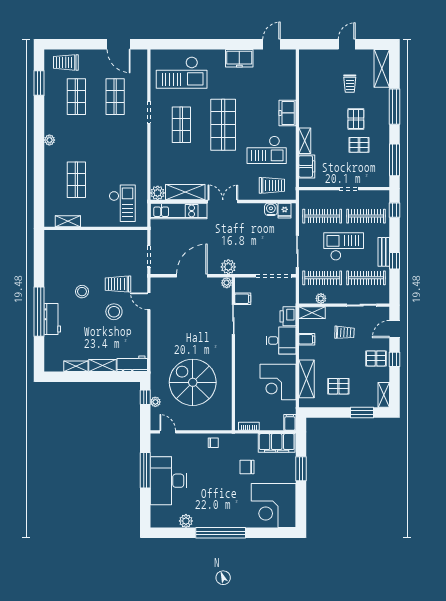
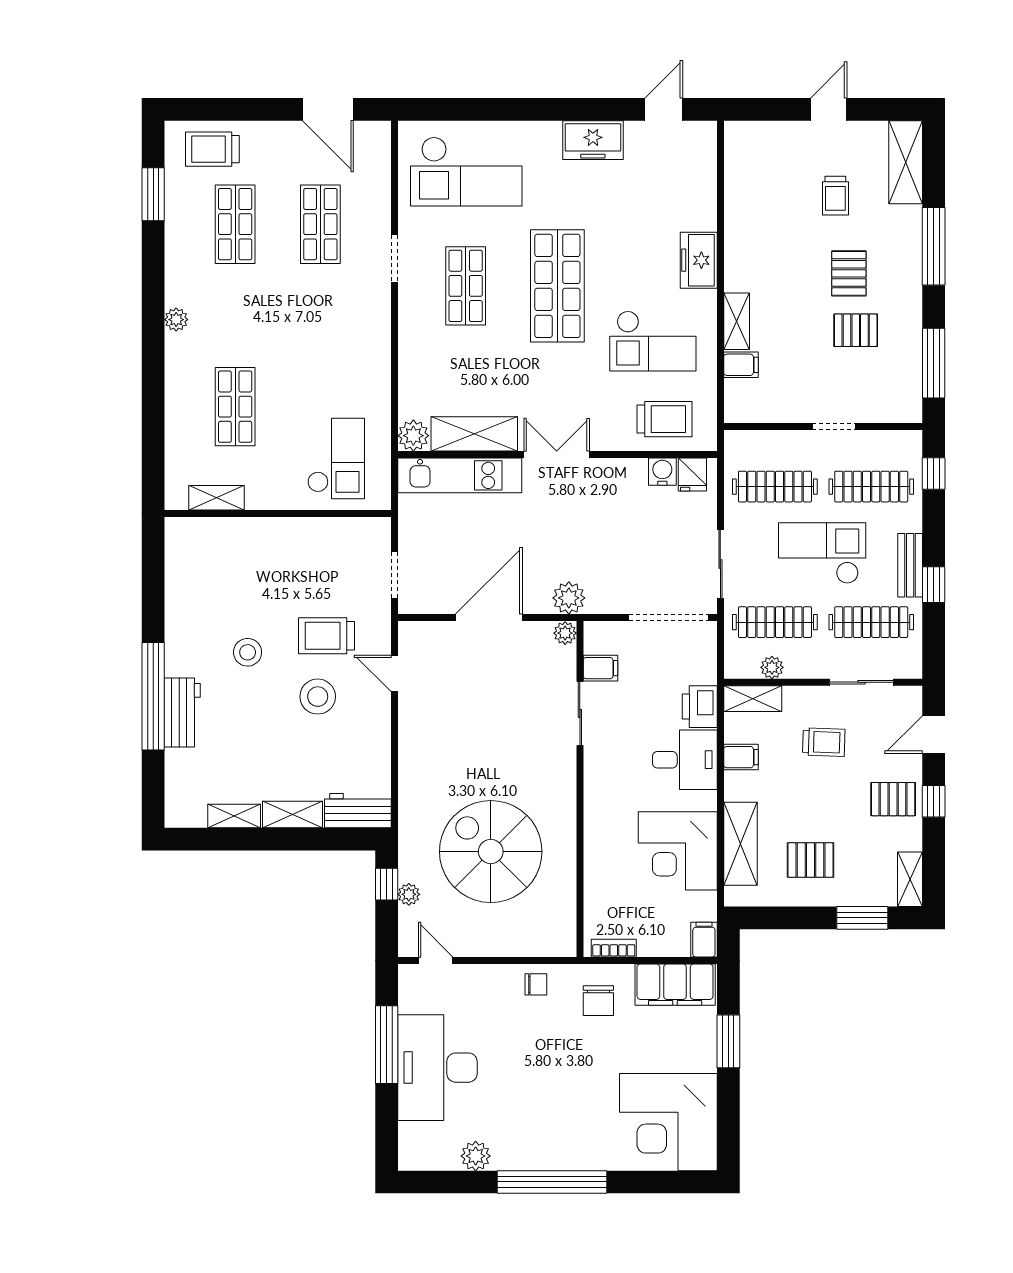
filing cabinet: (307, 166) -> (741, 365), width x0.50
chair: (247, 467) -> (598, 1001), moved, turned -90

